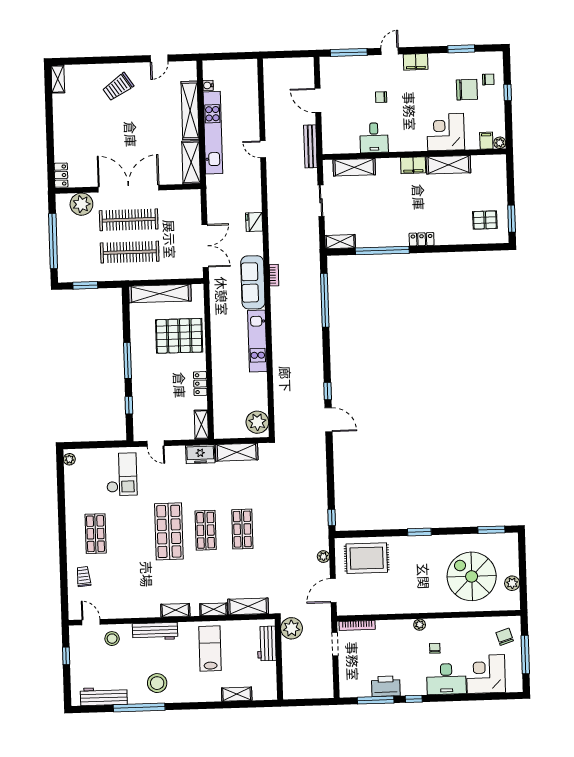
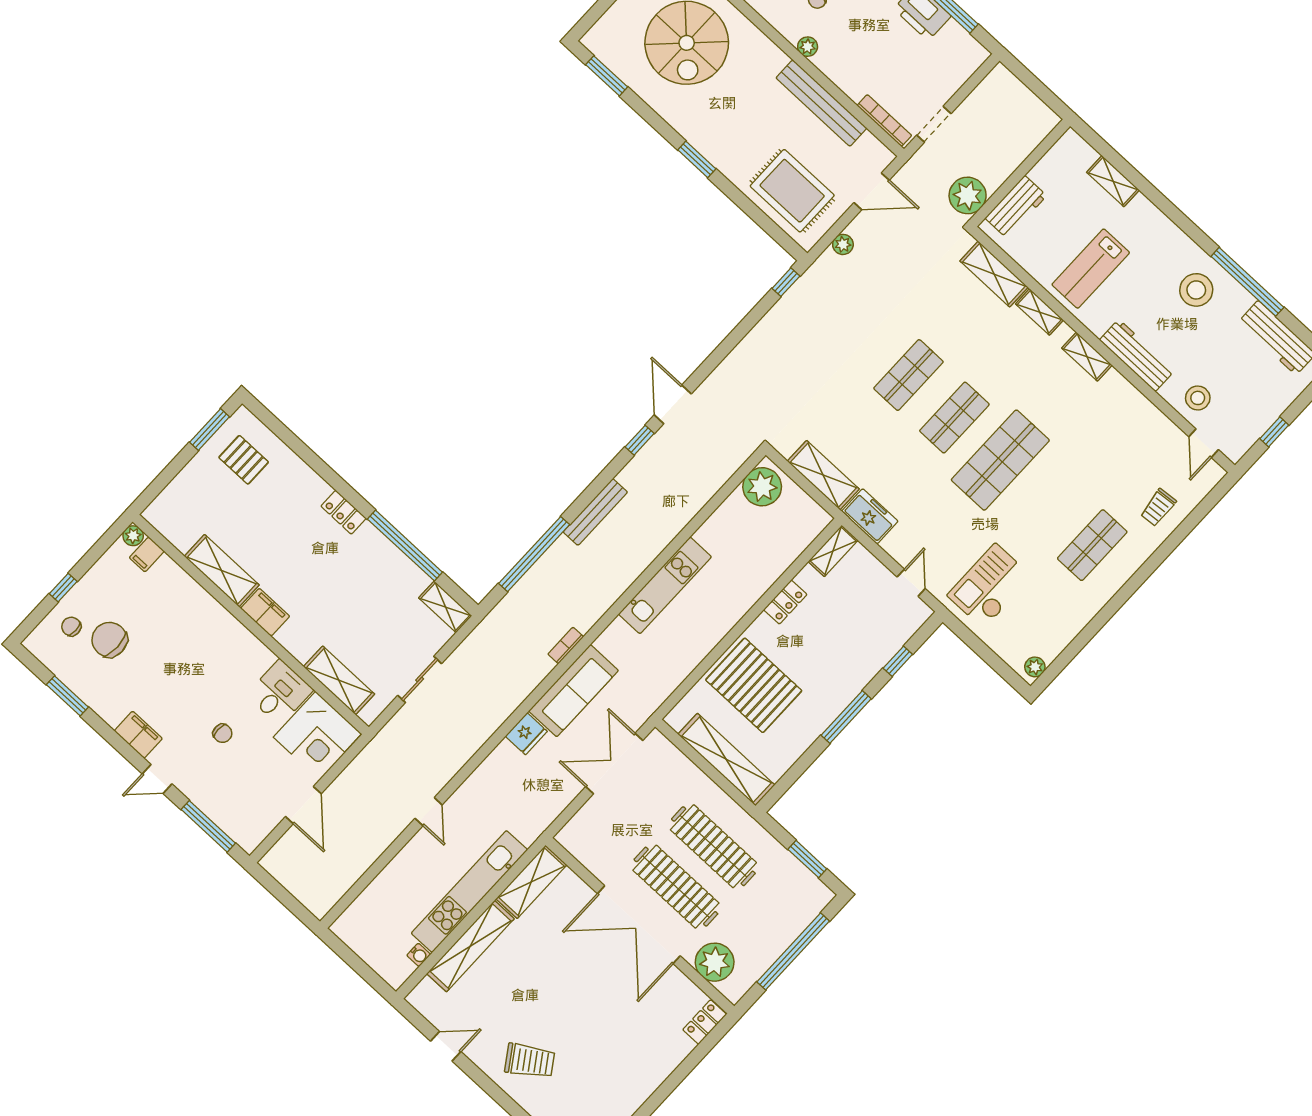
corner desk: (446, 132) -> (317, 735), moved
bench: (310, 146) -> (595, 512), moved
sofa: (253, 282) -> (574, 691), moved
bench: (391, 607) -> (821, 103), added

